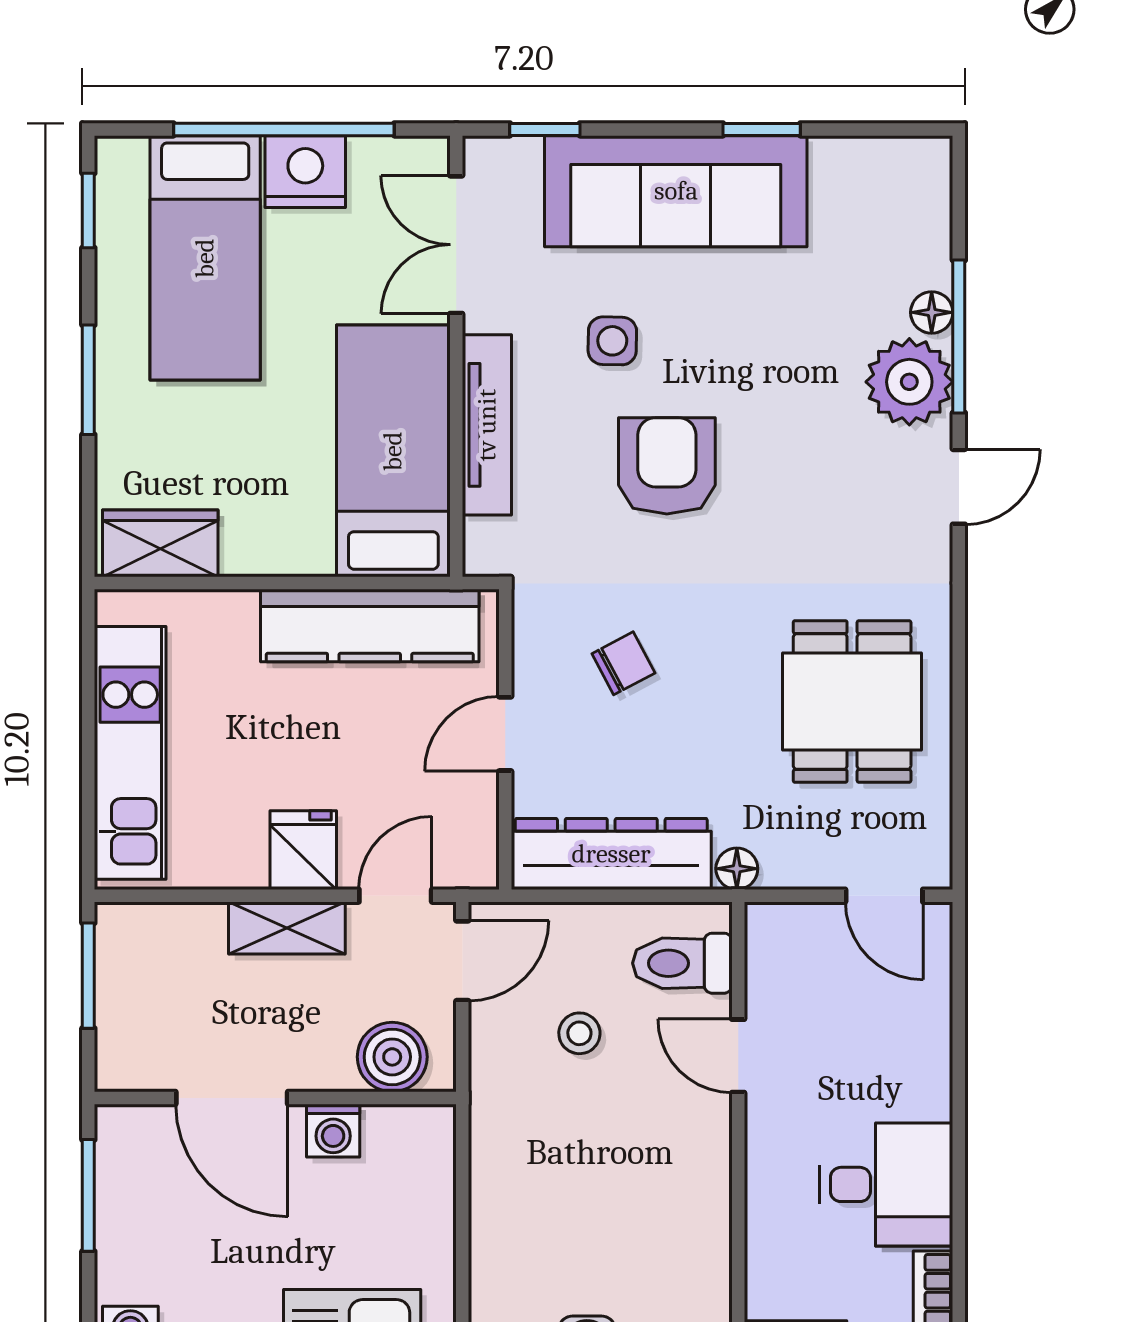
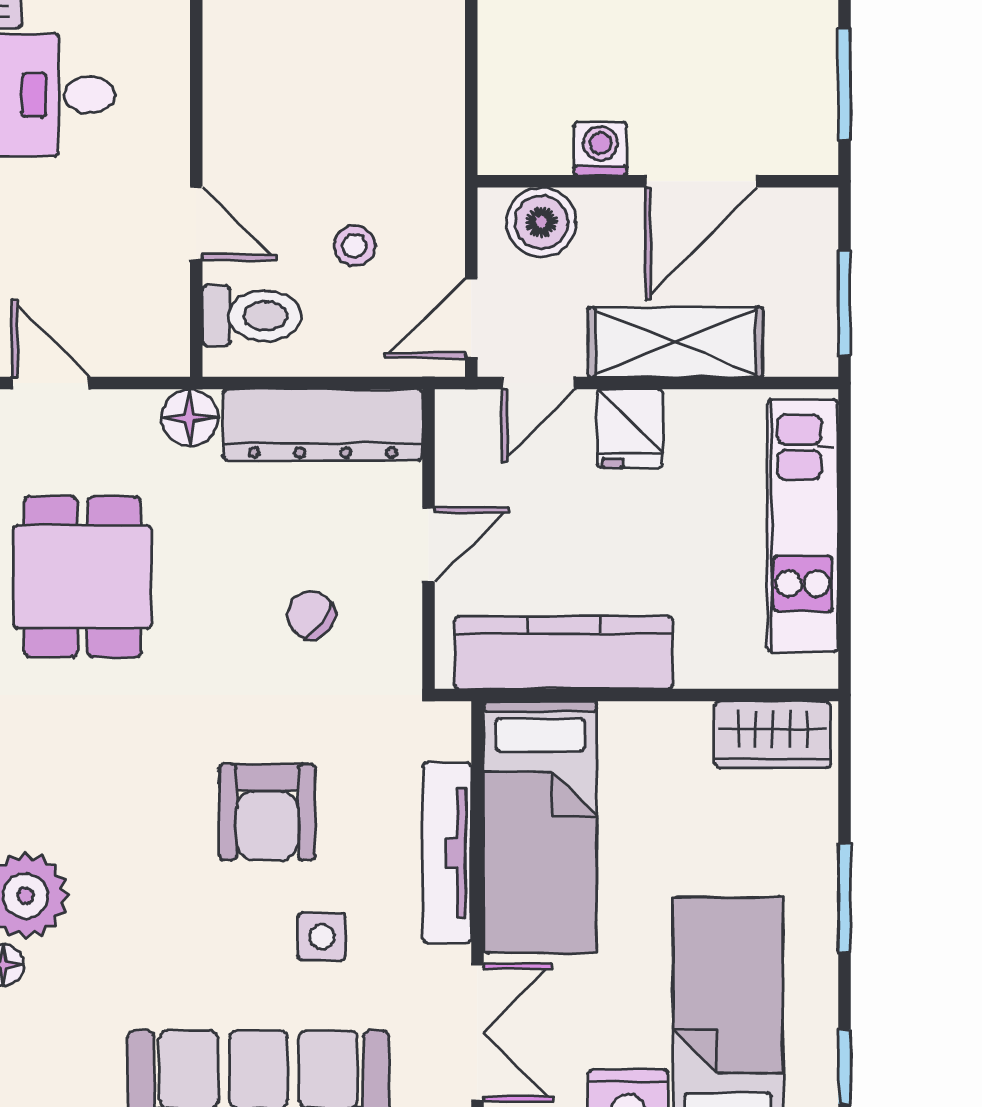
chair: (623, 663) -> (311, 615), turned 66
floor lamp: (737, 869) -> (190, 418), width x1.37, depth x1.37
shelving: (287, 928) -> (675, 342), width x1.50, depth x1.33
door: (232, 1098) -> (701, 181), swing flipped

